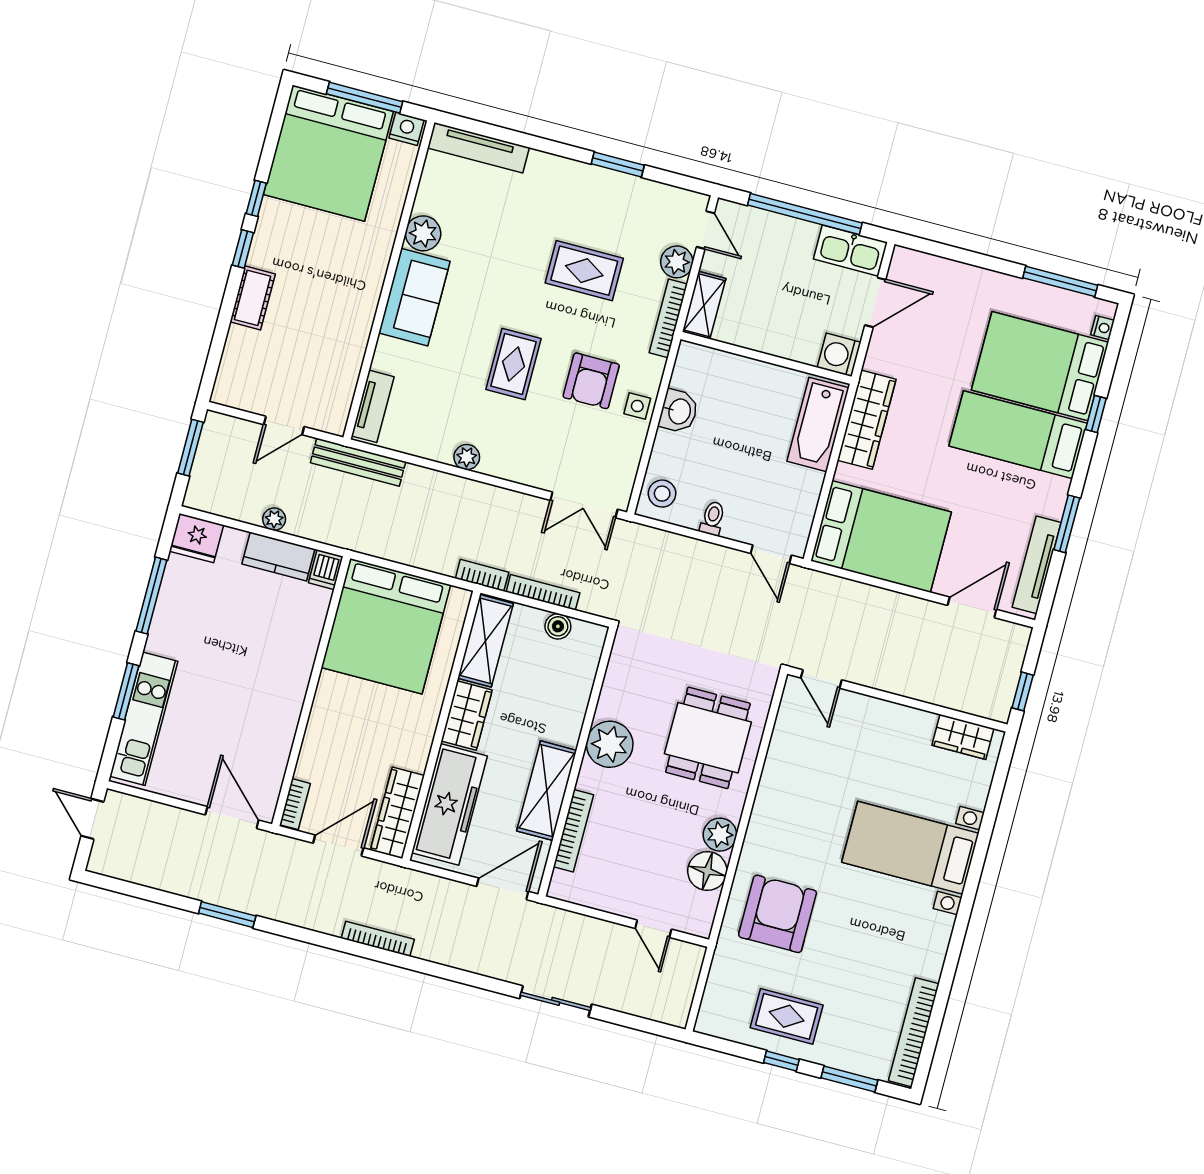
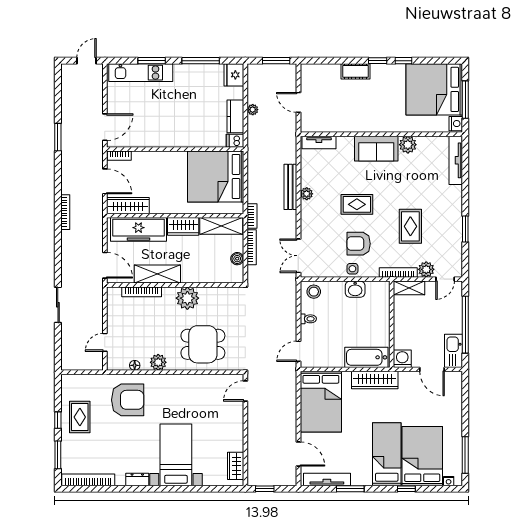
bench: (358, 462) -> (290, 187), moved
floor lamp: (707, 871) -> (135, 365), width x0.53, depth x0.53
dresser: (938, 936) -> (137, 479), added

